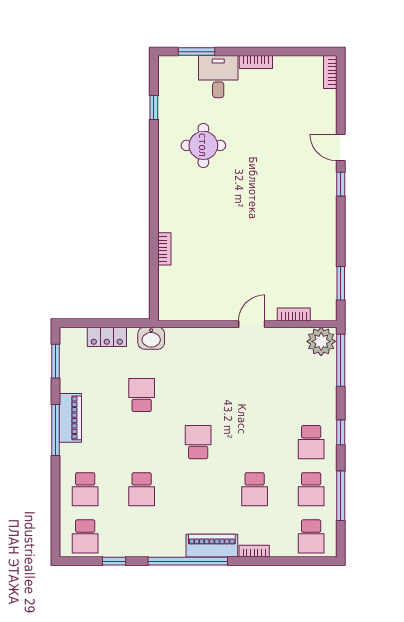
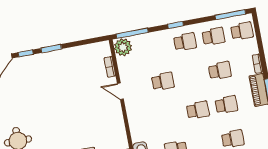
window: (341, 283) -> (51, 49), moved
school desk: (255, 395) -> (163, 81), added
school desk: (198, 442) -> (198, 110), turned 180
school desk: (198, 489) -> (226, 105), added
window: (341, 496) -> (230, 15), moved

